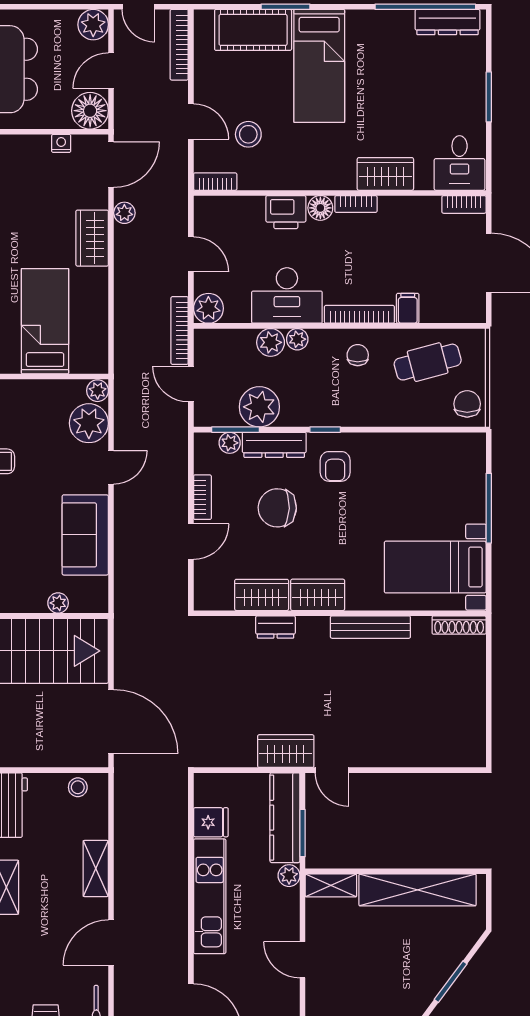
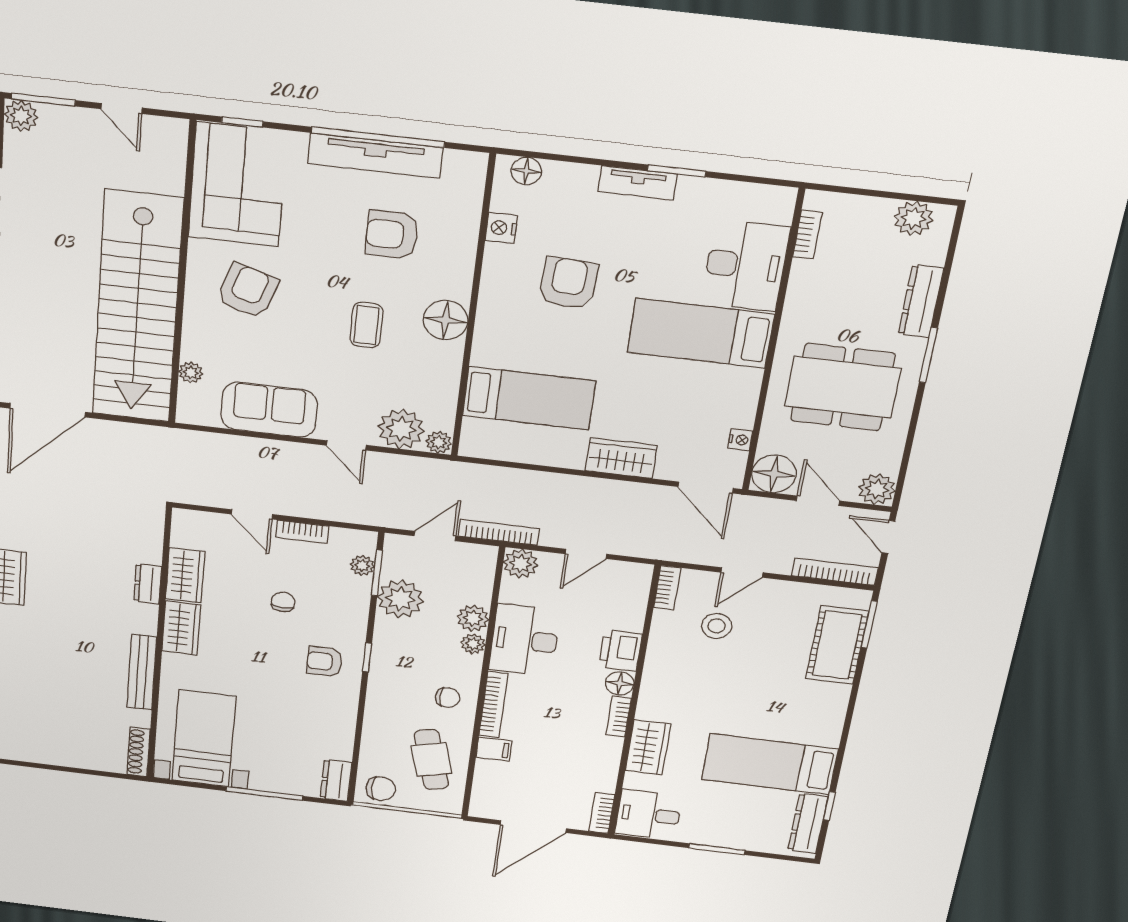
door: (138, 7) -> (888, 537), hinge flipped
window: (286, 7) -> (869, 625), moved
window: (425, 7) -> (829, 806), width x0.32
bed: (319, 66) -> (770, 764), moved
plant: (124, 213) -> (646, 494), removed
dresser: (274, 445) -> (336, 780), moved, width x0.70
chair: (277, 508) -> (283, 602), width x0.54, depth x0.54

